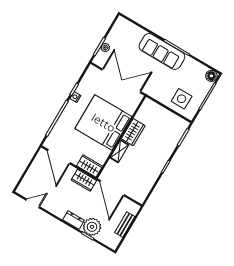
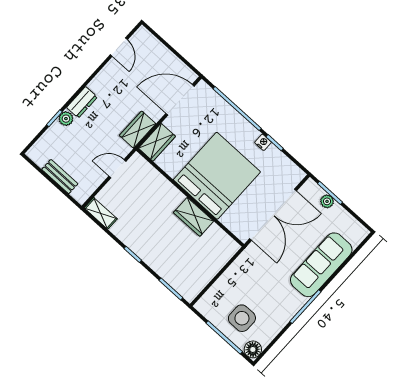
sofa: (162, 51) -> (321, 265), moved
side table: (182, 99) -> (242, 318), moved
shelving: (119, 151) -> (101, 213), moved
door: (112, 188) -> (117, 169), width x0.53
plant: (92, 227) -> (66, 119), width x0.53, depth x0.53

